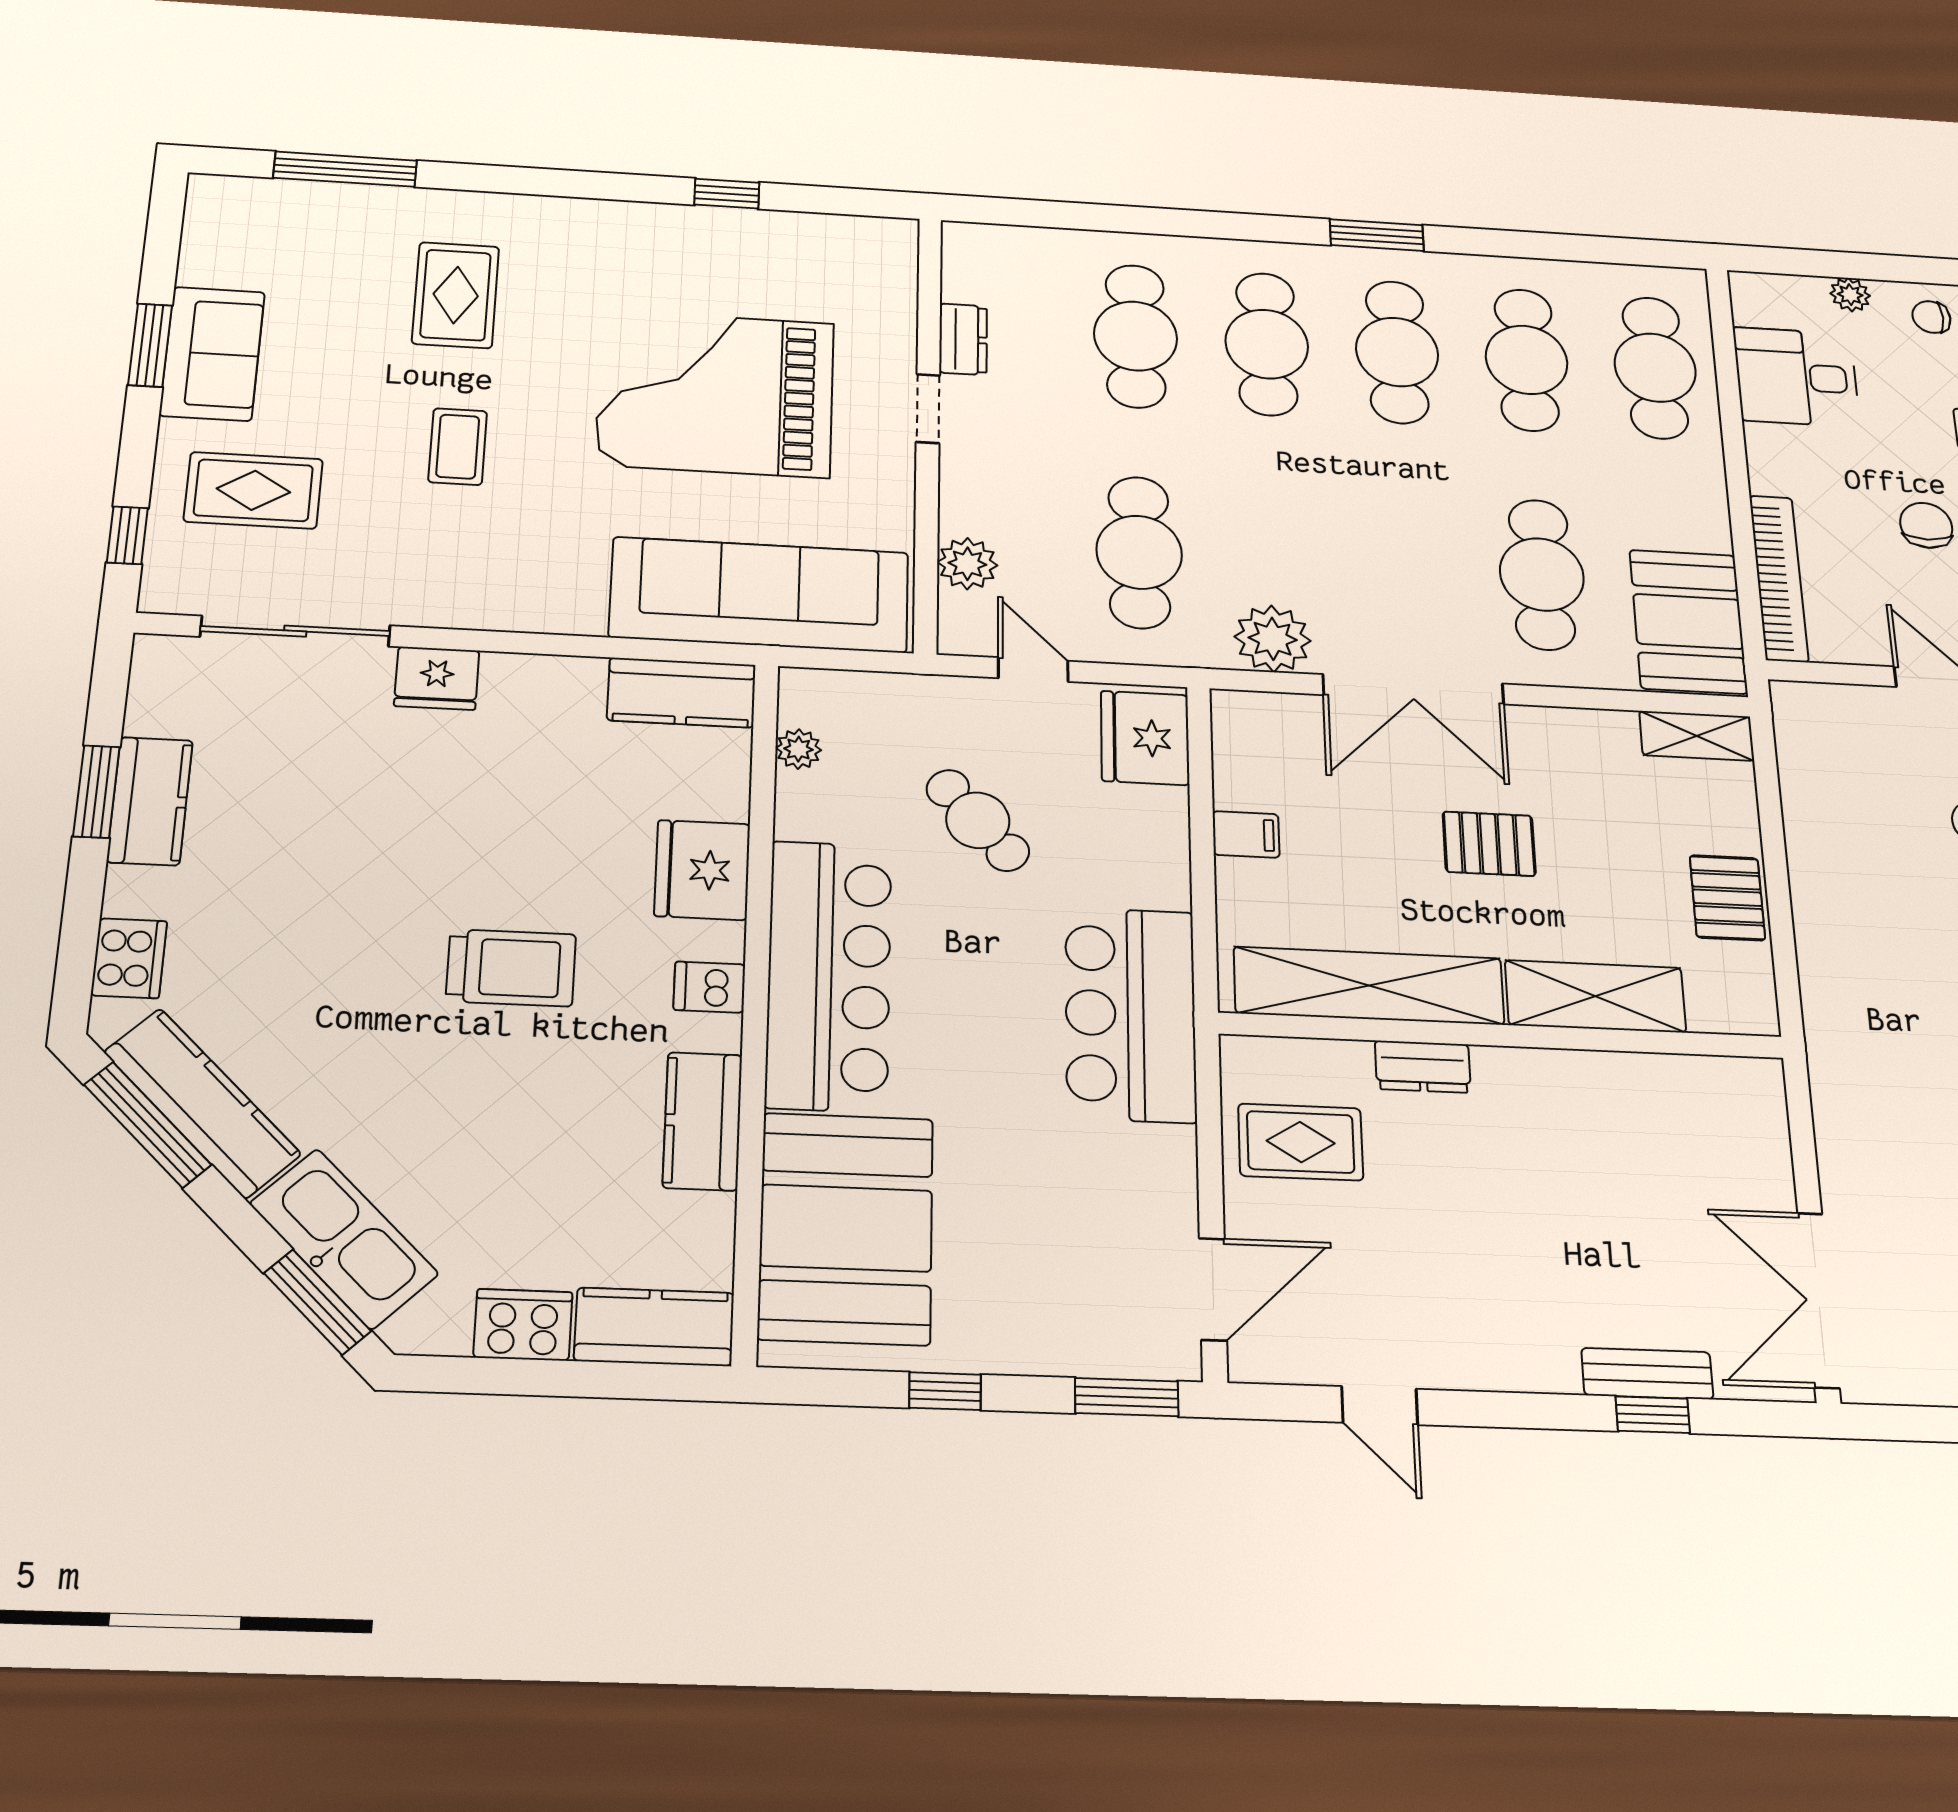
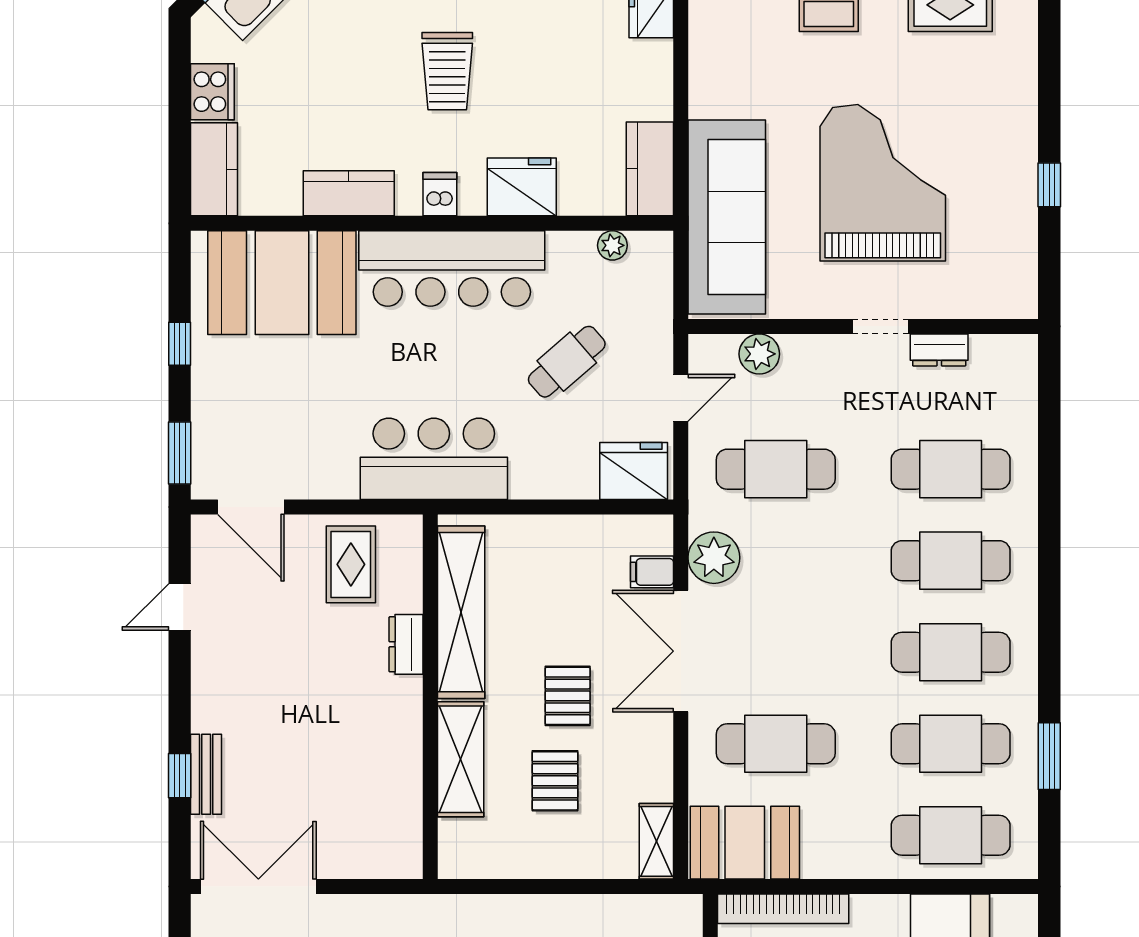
window: (1377, 235) -> (1049, 756), moved
filing cabinet: (1246, 834) -> (652, 572), moved, turned 90
pallet: (1727, 898) -> (555, 781), moved, turned 90

